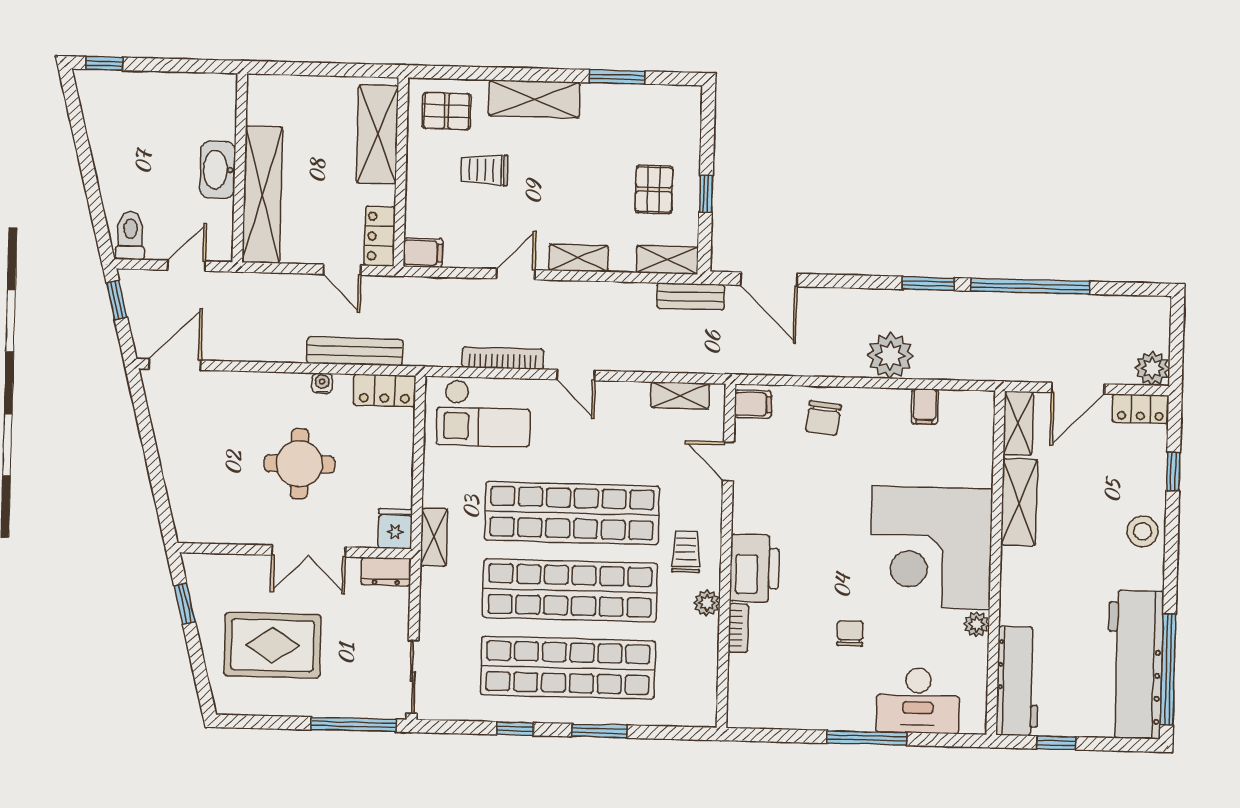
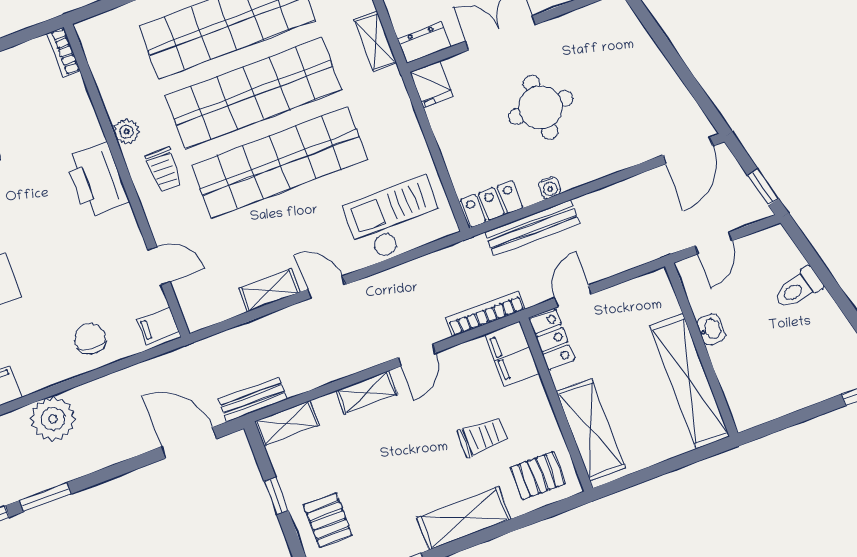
washbasin: (218, 170) -> (711, 329), width x0.52, depth x0.69
pallet: (654, 189) -> (328, 520), moved
shelving: (262, 195) -> (689, 381), moved
toilet: (130, 235) -> (798, 289), moved, turned 76
filing cabinet: (423, 253) -> (512, 354), width x2.00
door: (342, 270) -> (573, 296), hinge flipped
bookcase: (503, 358) -> (486, 314), moved, turned 180
shelving: (680, 396) -> (269, 290), moved
shelving: (434, 537) -> (375, 41), moved
bookcase: (738, 628) -> (63, 52), moved

